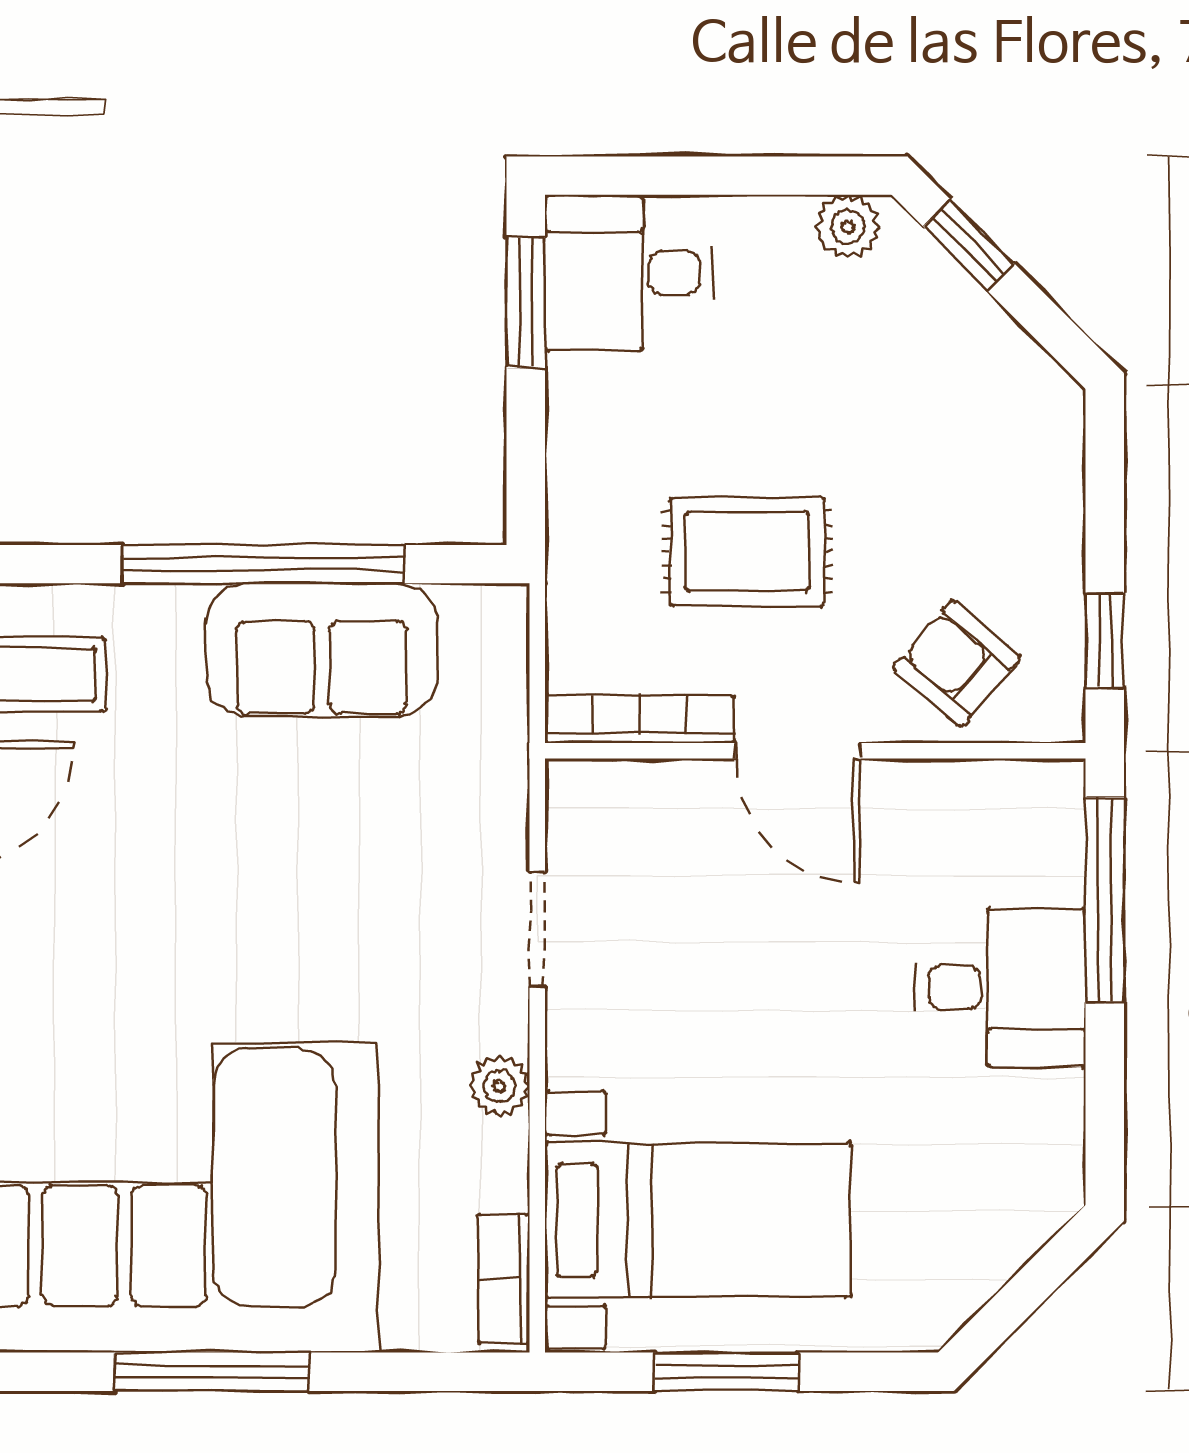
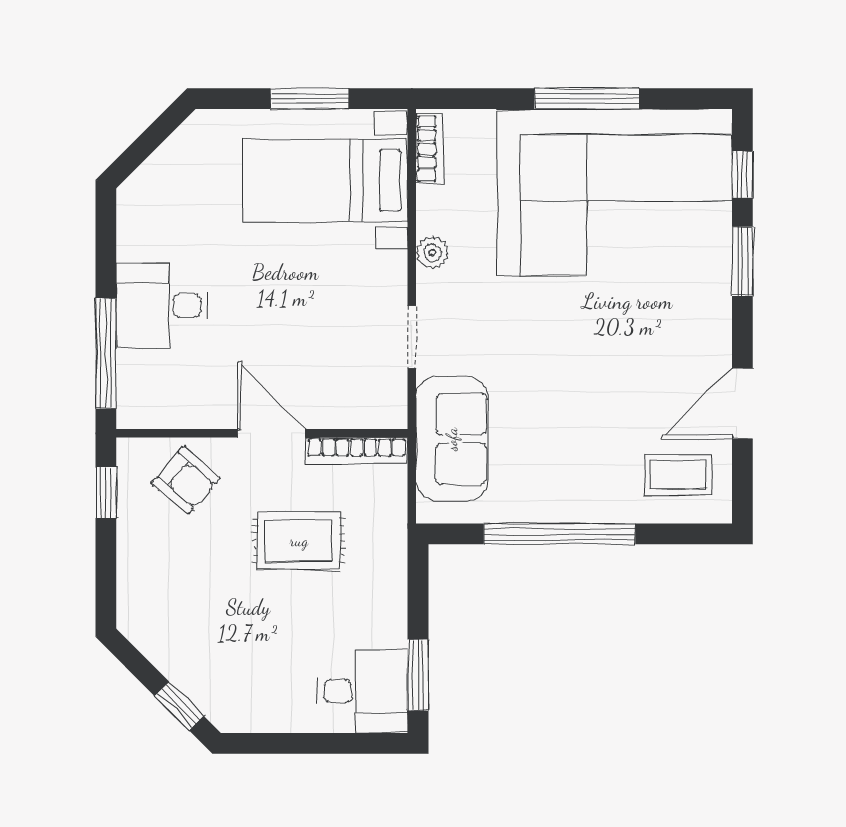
plant: (848, 227) -> (244, 716), removed
sofa: (322, 650) -> (452, 439), moved, turned 90

